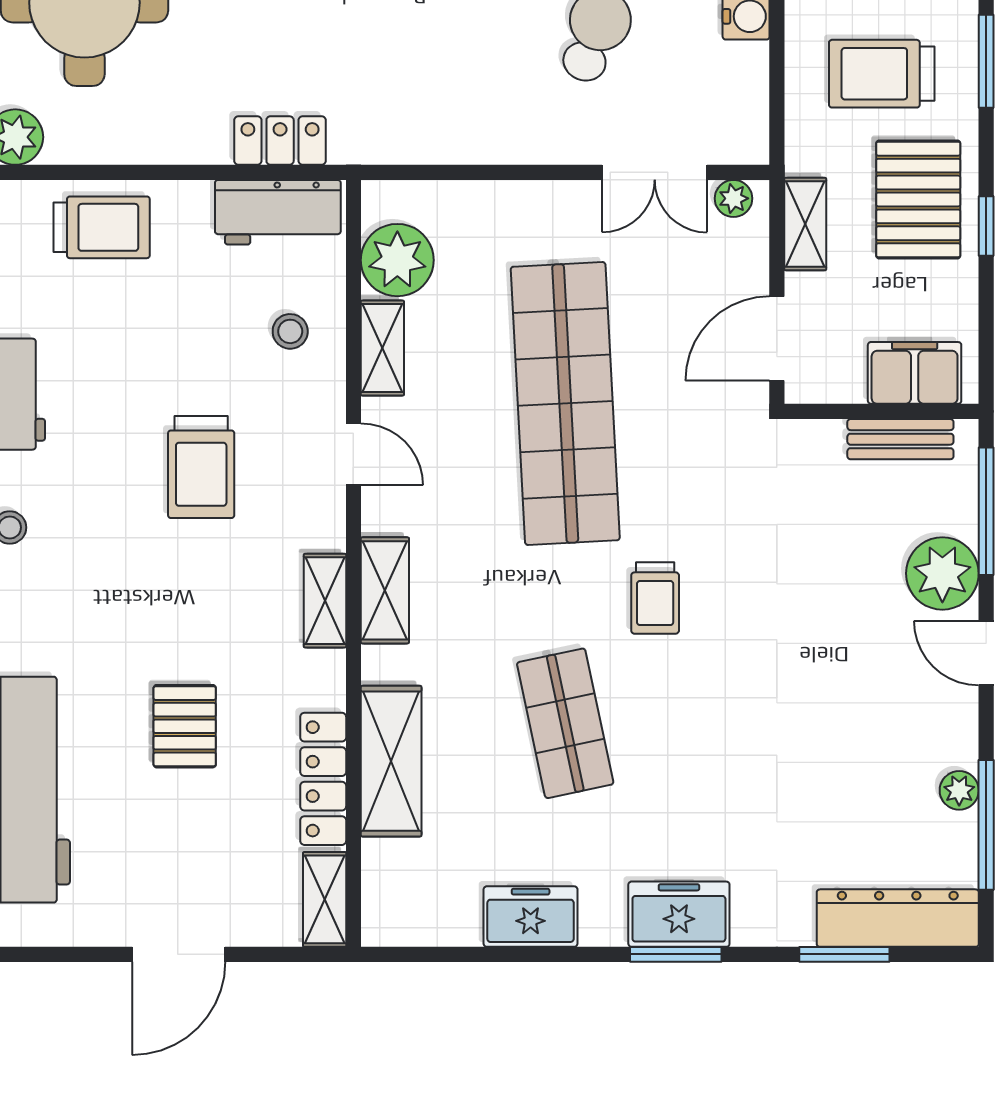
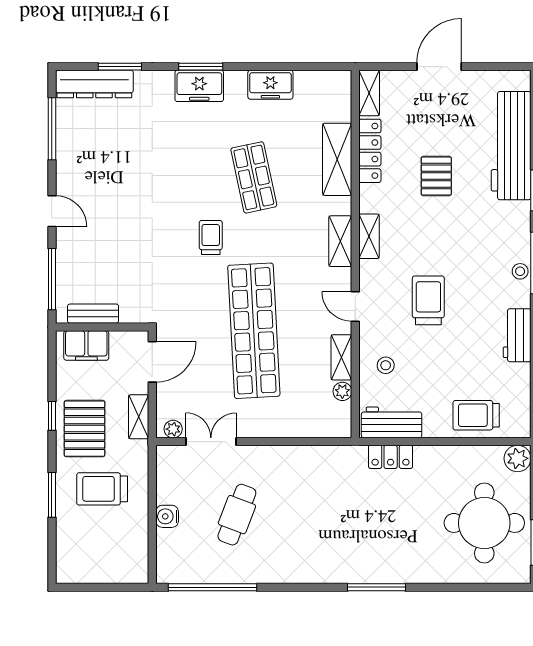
trolley: (882, 74) -> (102, 489), turned 180
plant: (397, 260) -> (342, 391), width x0.53, depth x0.53
plant: (942, 573) -> (73, 249), removed
plant: (959, 790) -> (65, 145), removed

